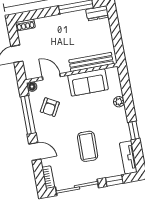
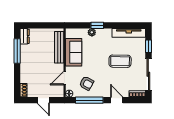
window: (134, 130) -> (97, 25), moved
door: (35, 151) -> (117, 100), hinge flipped
tv unit: (128, 157) -> (129, 33), width x1.41

